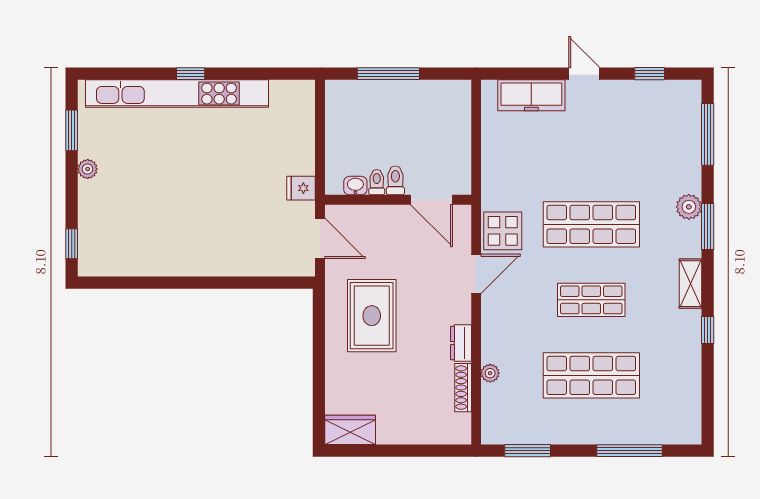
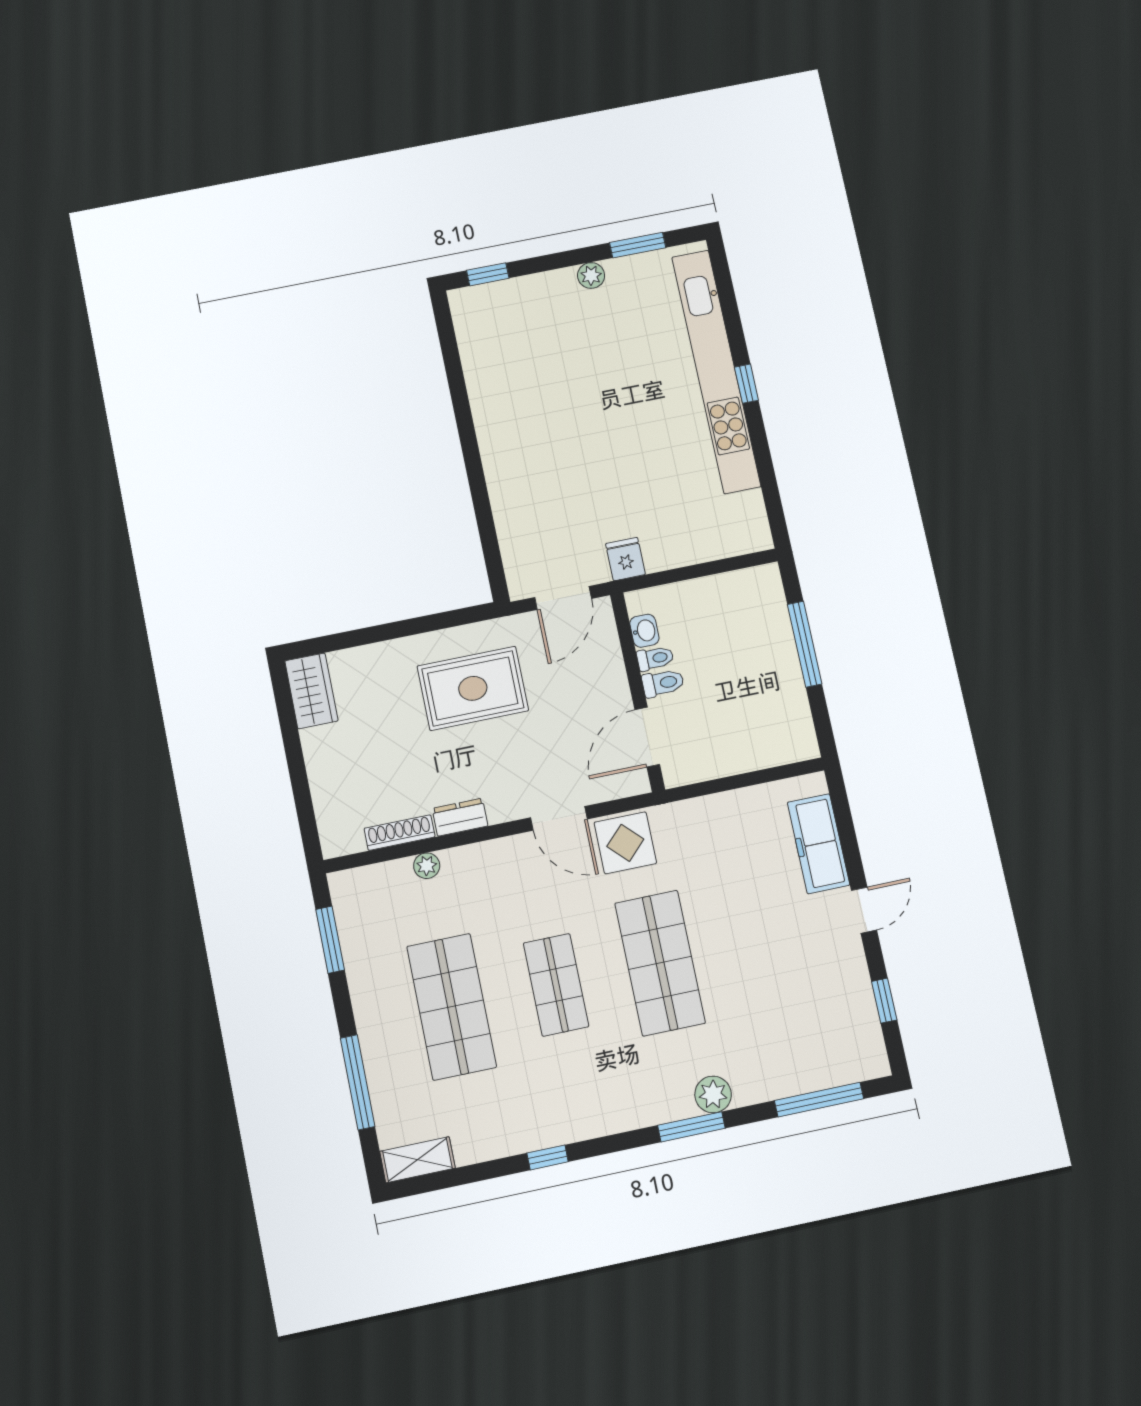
shelving: (691, 284) -> (417, 1160), moved

